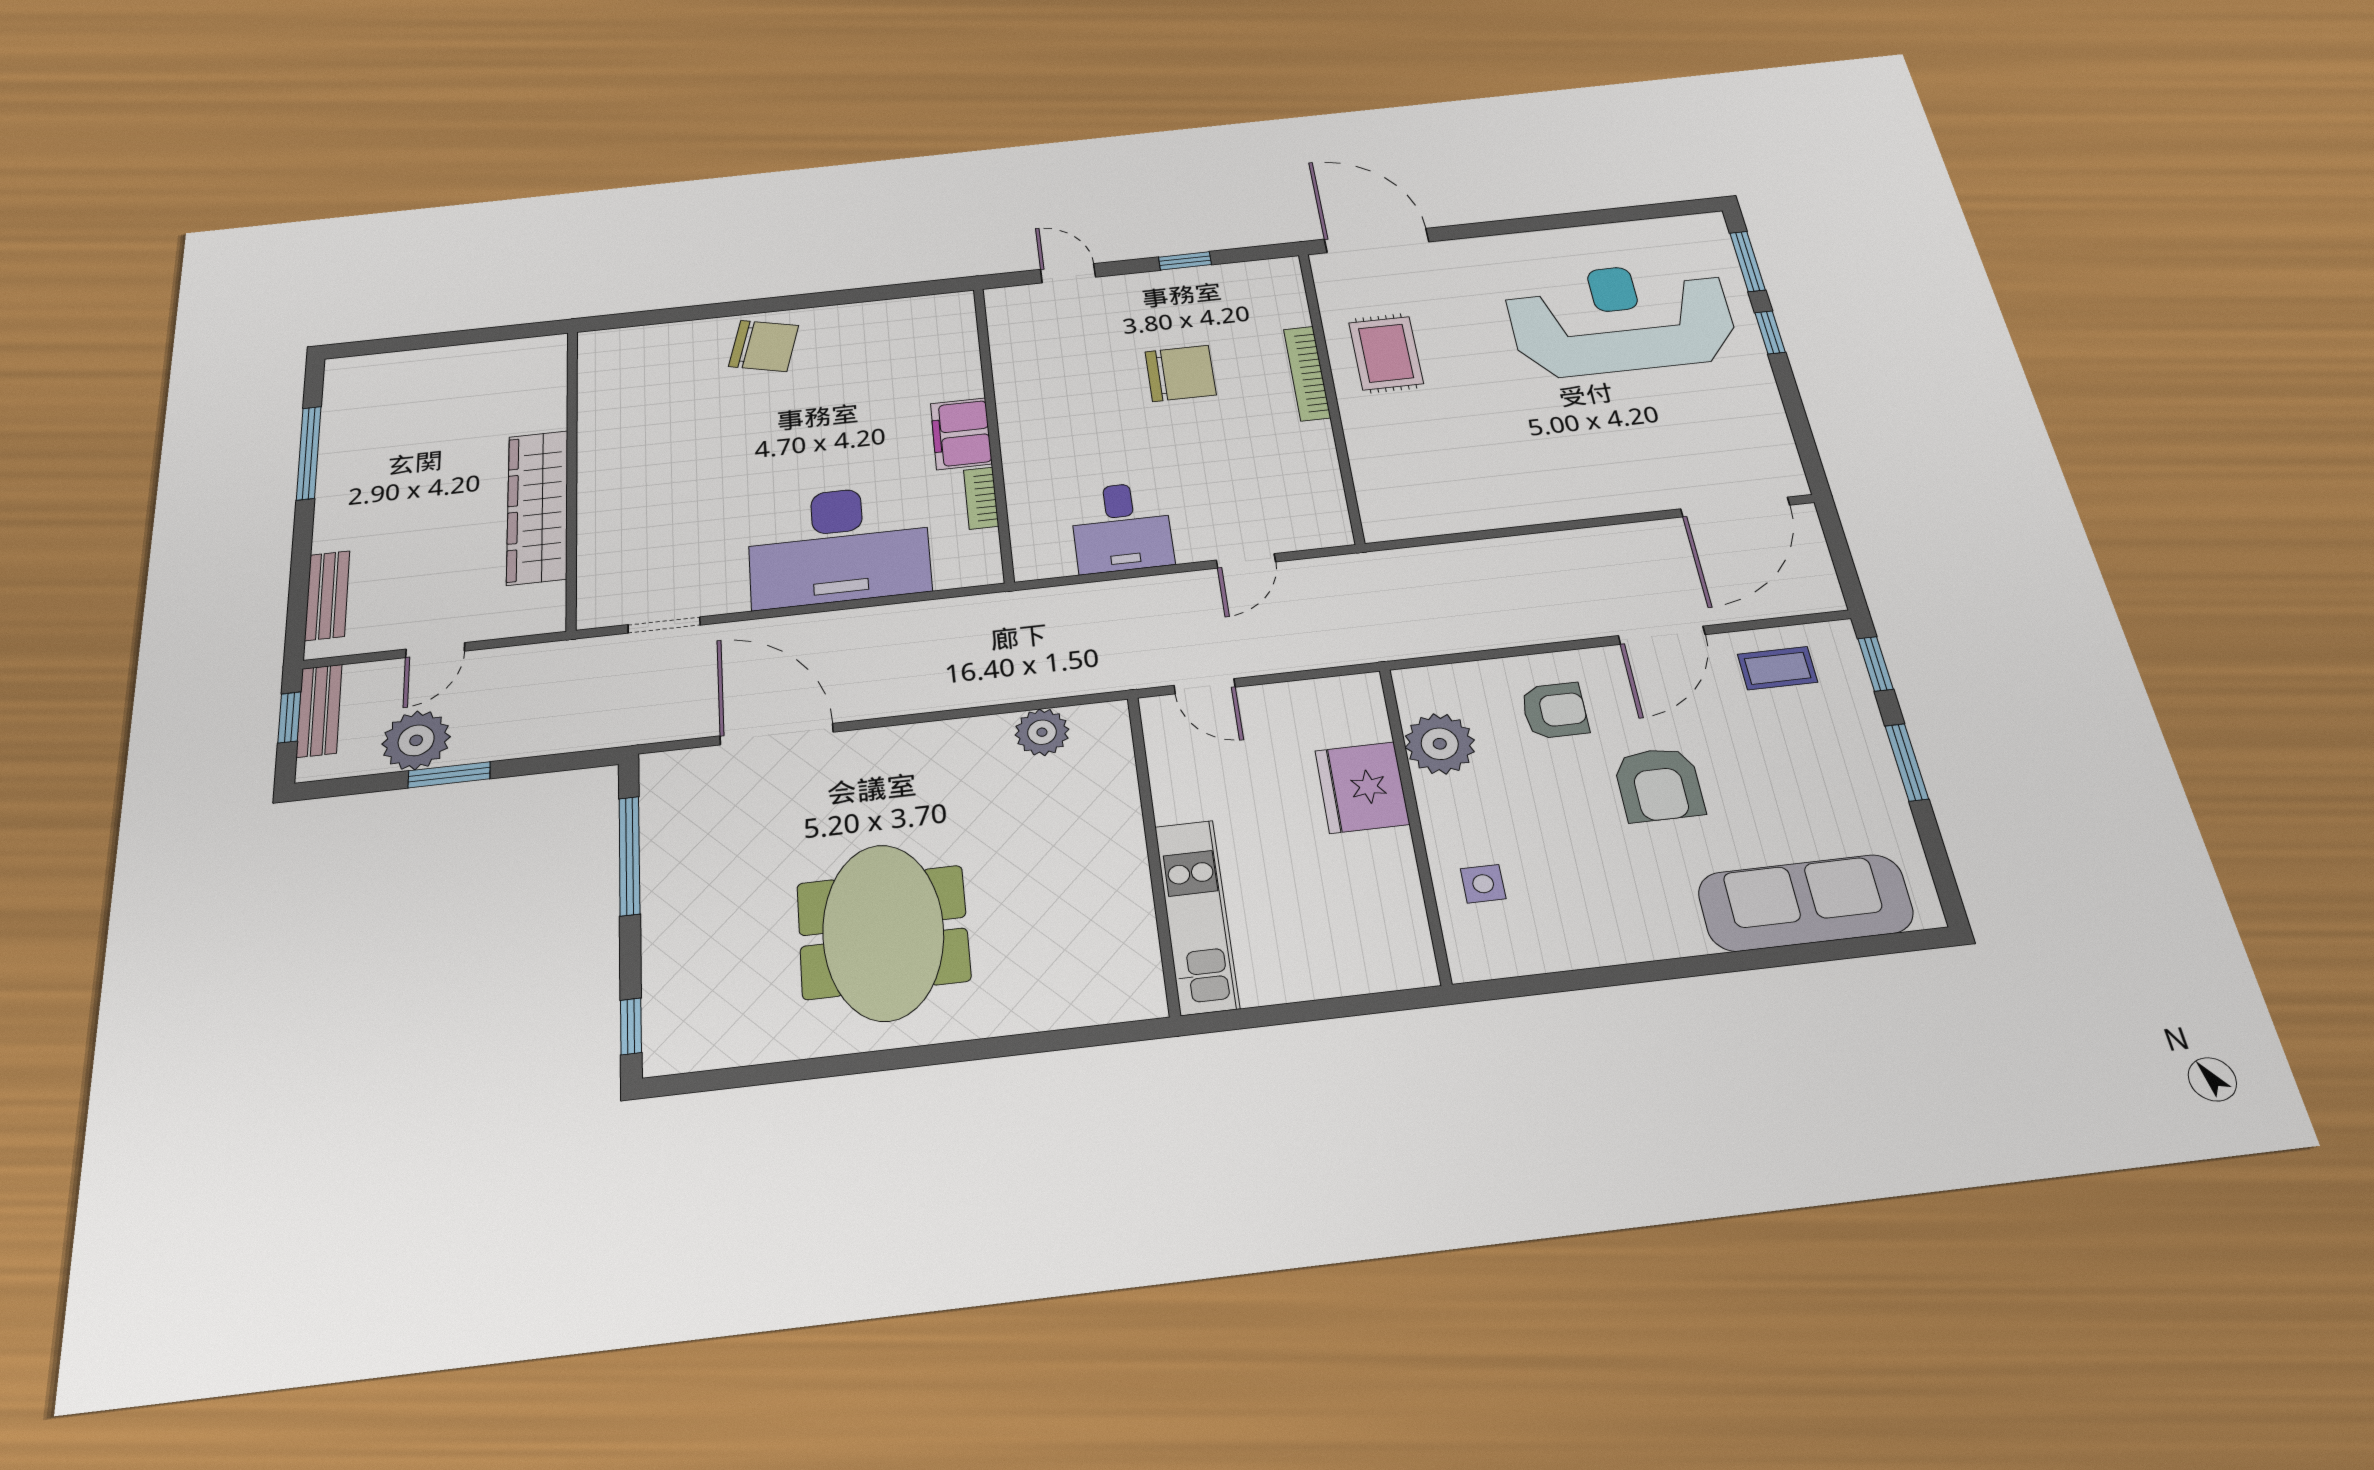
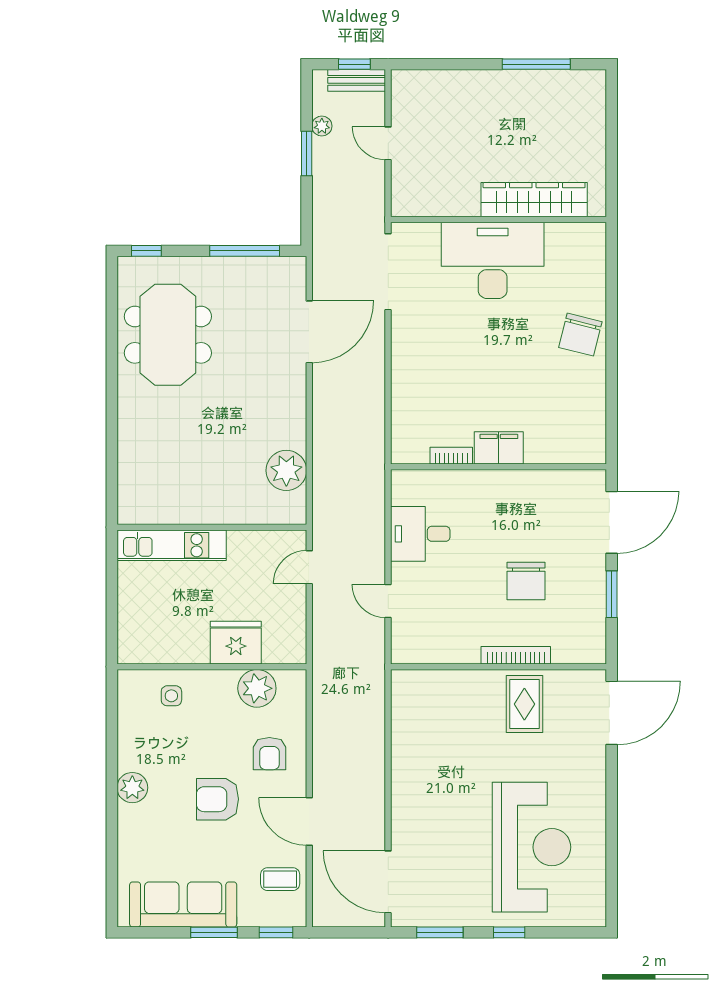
window: (1185, 261) -> (612, 594), width x1.50
window: (1748, 261) -> (440, 932), moved
door: (1068, 273) -> (612, 522), width x1.88
rug: (1386, 353) -> (524, 704), turned 90
wardrobe: (538, 507) -> (534, 200), moved
desk: (839, 546) -> (493, 260), moved, turned 90
bench: (327, 595) -> (433, 81), removed
doorway: (664, 625) -> (388, 272), width x1.88
coffee table: (1777, 668) -> (280, 879), turned 90
plant: (1042, 732) -> (286, 470), width x1.36, depth x1.36
plant: (416, 740) -> (322, 126), width x0.53, depth x0.53
sofa: (1805, 903) -> (183, 904), moved, turned -90
plant: (1674, 931) -> (132, 788), added
meeting table: (883, 932) -> (168, 335), moved, turned 90

